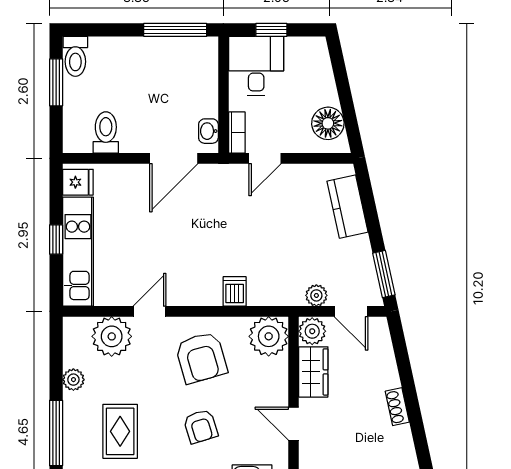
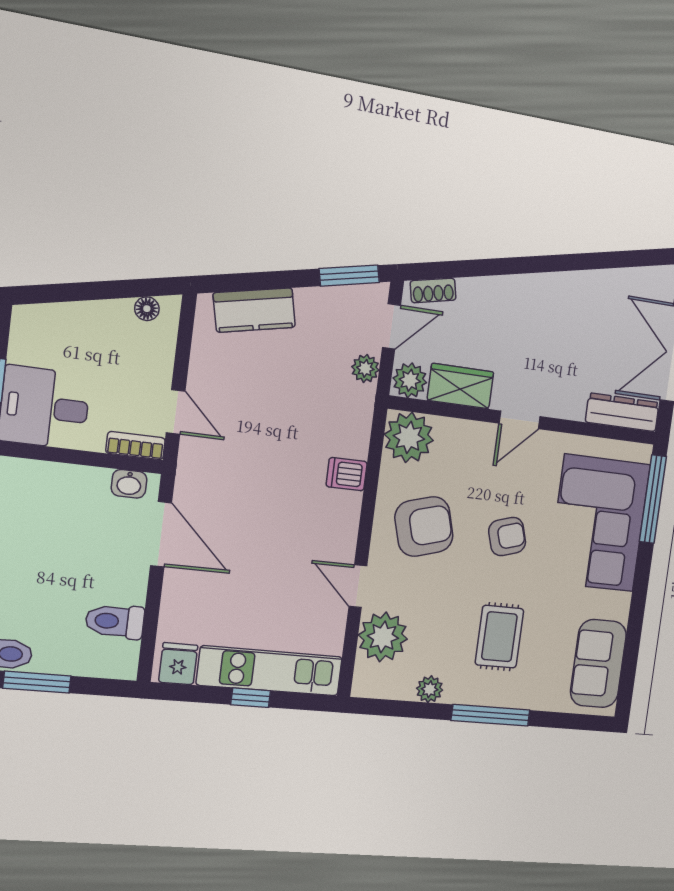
floor lamp: (328, 123) -> (147, 309), width x0.53, depth x0.53
shoe rack: (397, 407) -> (433, 290), moved
rug: (120, 431) -> (499, 637), turned 90

